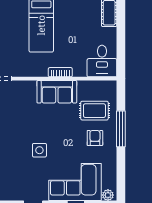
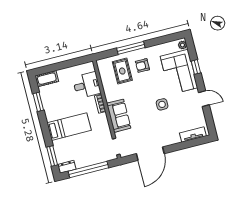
desk: (102, 61) -> (87, 85), moved
sofa: (57, 92) -> (119, 116), moved

